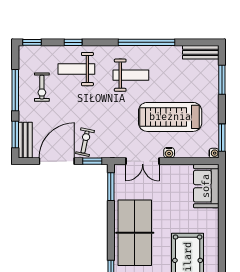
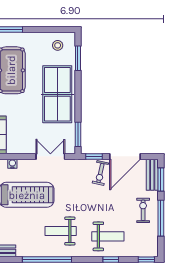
exercise bike: (42, 87) -> (143, 210), moved
water cooler: (169, 153) -> (12, 164), moved

